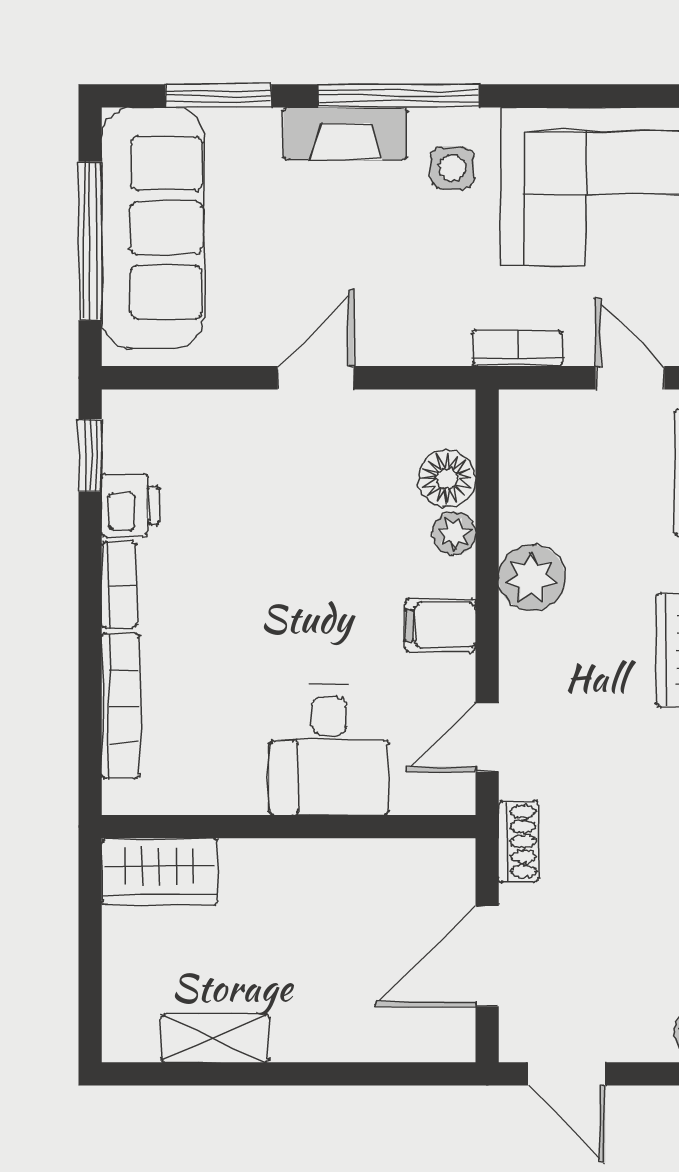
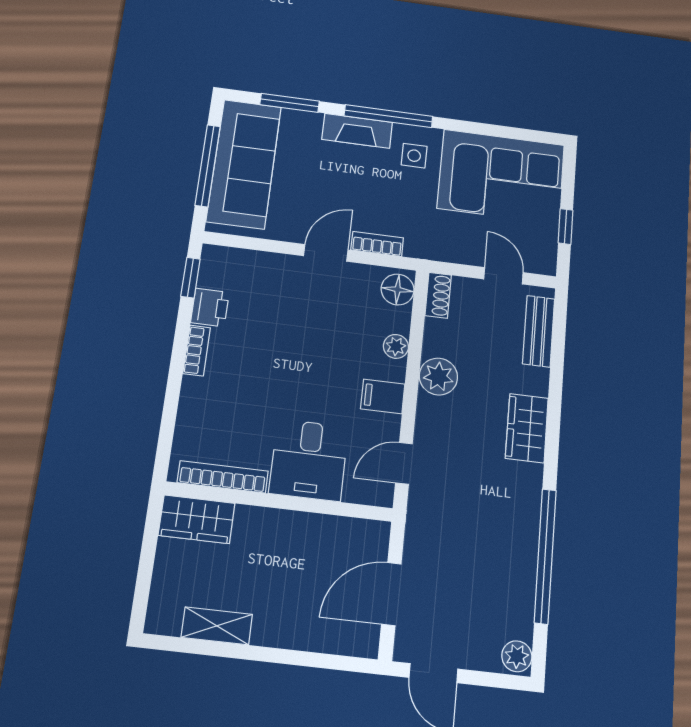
bookcase: (517, 348) -> (377, 244), moved
floor lamp: (447, 478) -> (398, 290), moved
bookcase: (120, 706) -> (223, 477), moved, turned -90
shoe rack: (518, 841) -> (438, 295), moved

